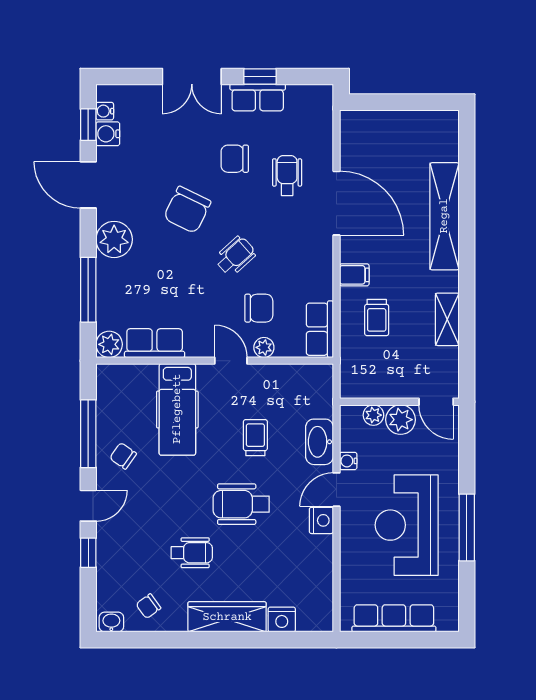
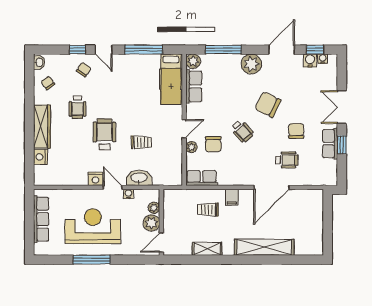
hospital bed: (177, 409) -> (171, 79), moved, turned -90
chair: (123, 456) -> (84, 70), moved

